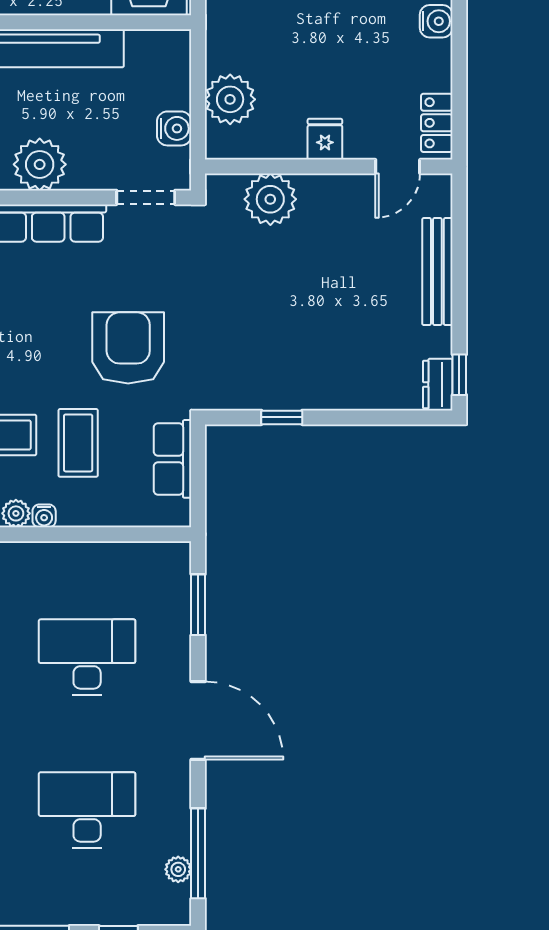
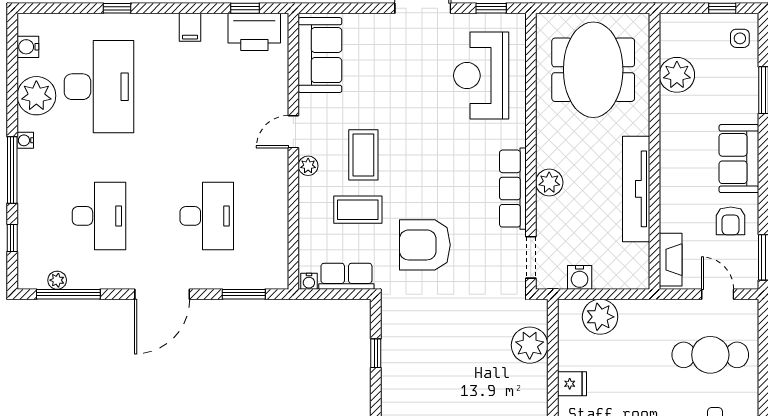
plant: (40, 164) -> (549, 183), width x0.73, depth x0.73
armchair: (128, 348) -> (425, 245), turned 180
water cooler: (44, 516) -> (309, 281), moved, turned -90

